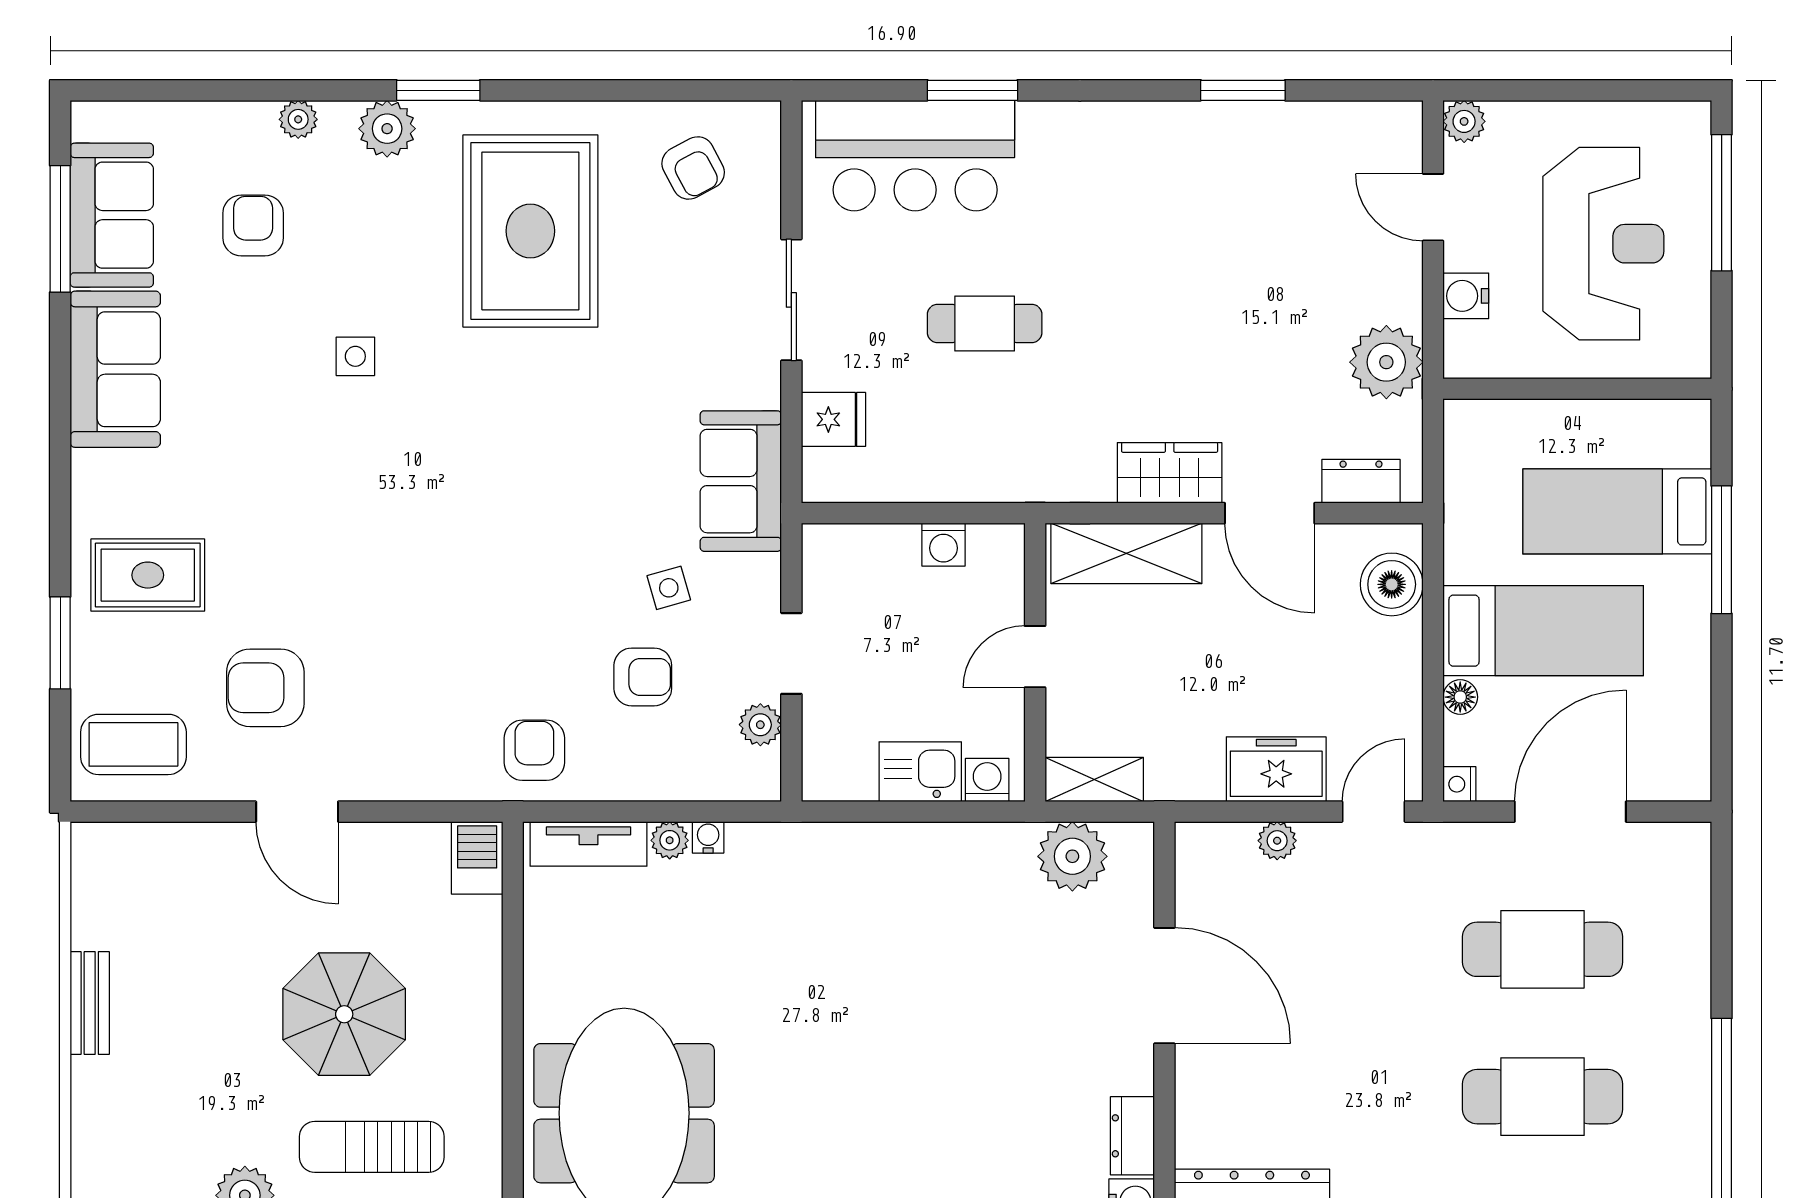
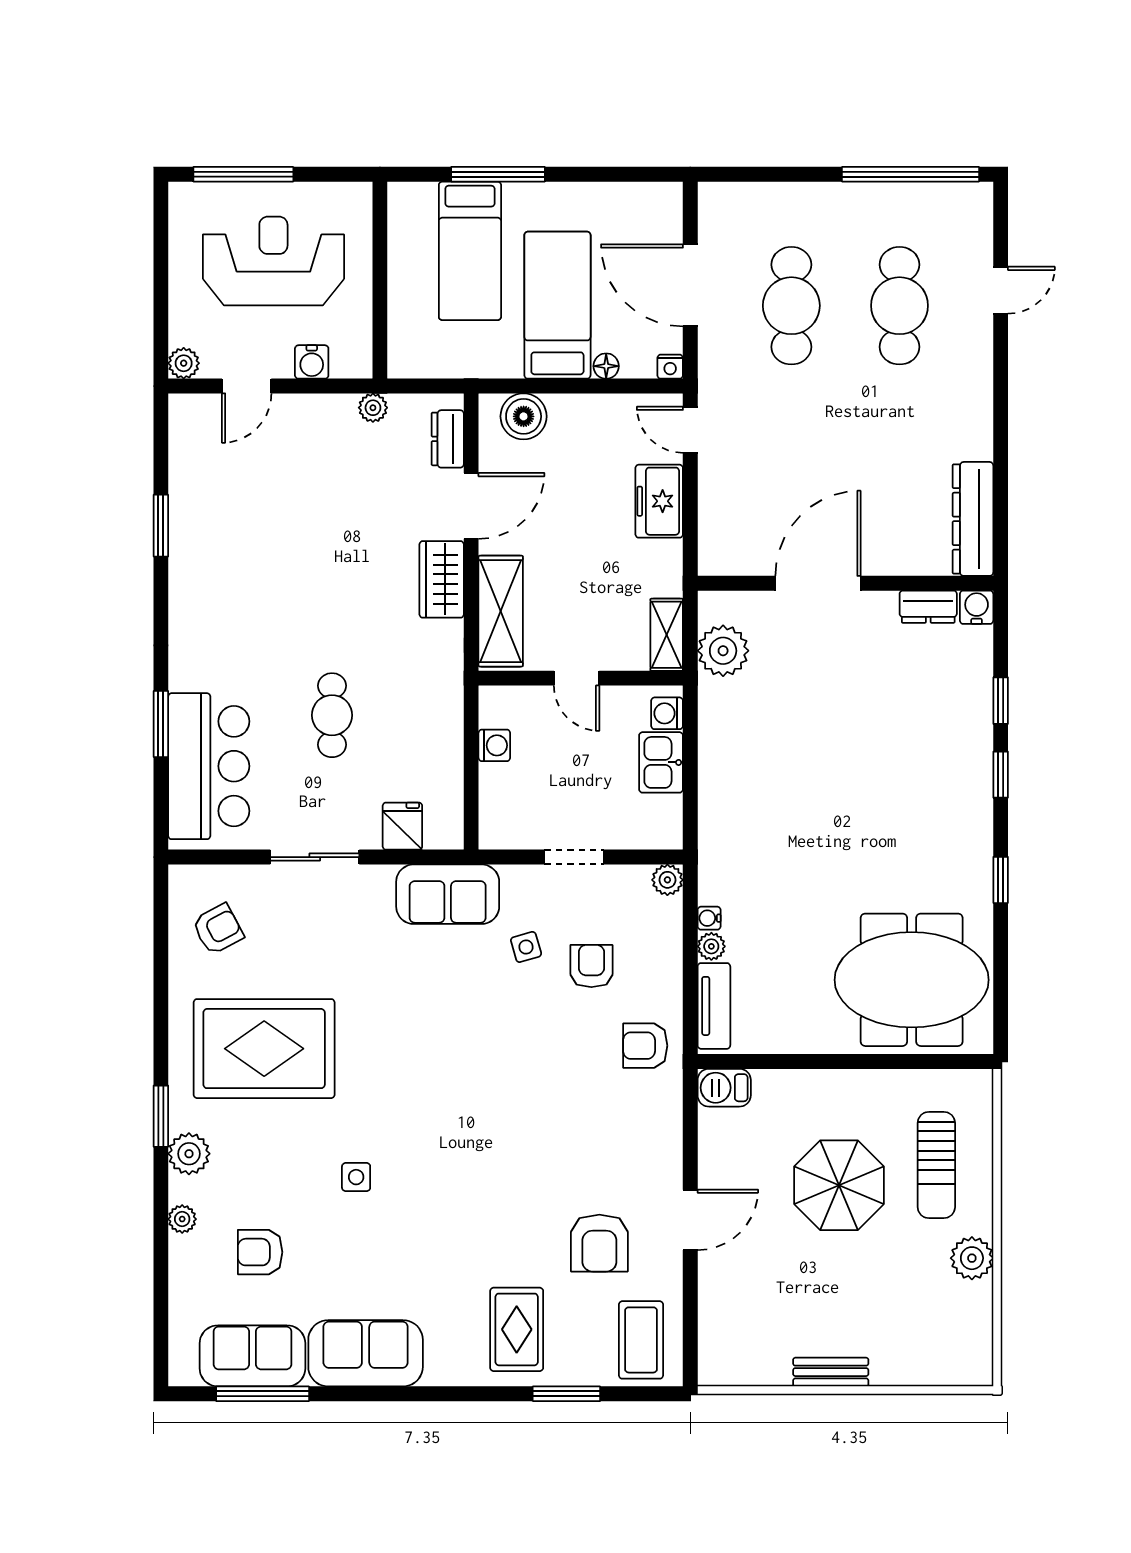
plant: (1386, 362) -> (373, 408), width x0.53, depth x0.53
plant: (760, 725) -> (667, 880), moved
plant: (1277, 841) -> (712, 500), removed

